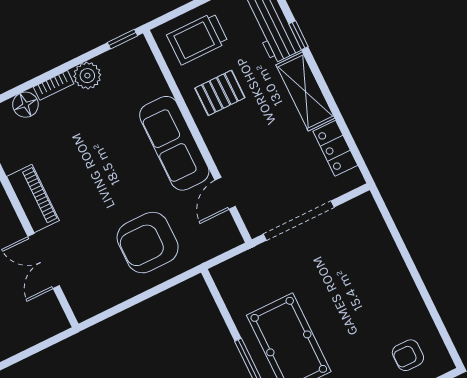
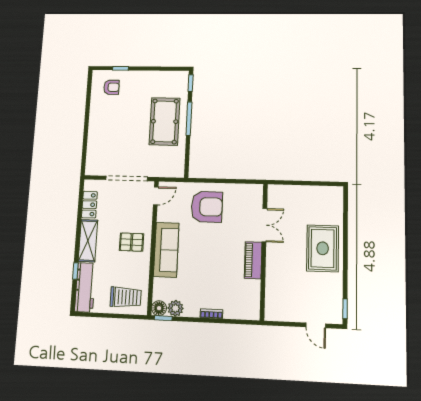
plant: (87, 76) -> (175, 308), moved
pallet: (220, 93) -> (131, 242), moved
floor lamp: (25, 105) -> (159, 308), moved
door: (225, 193) -> (156, 196), moved

